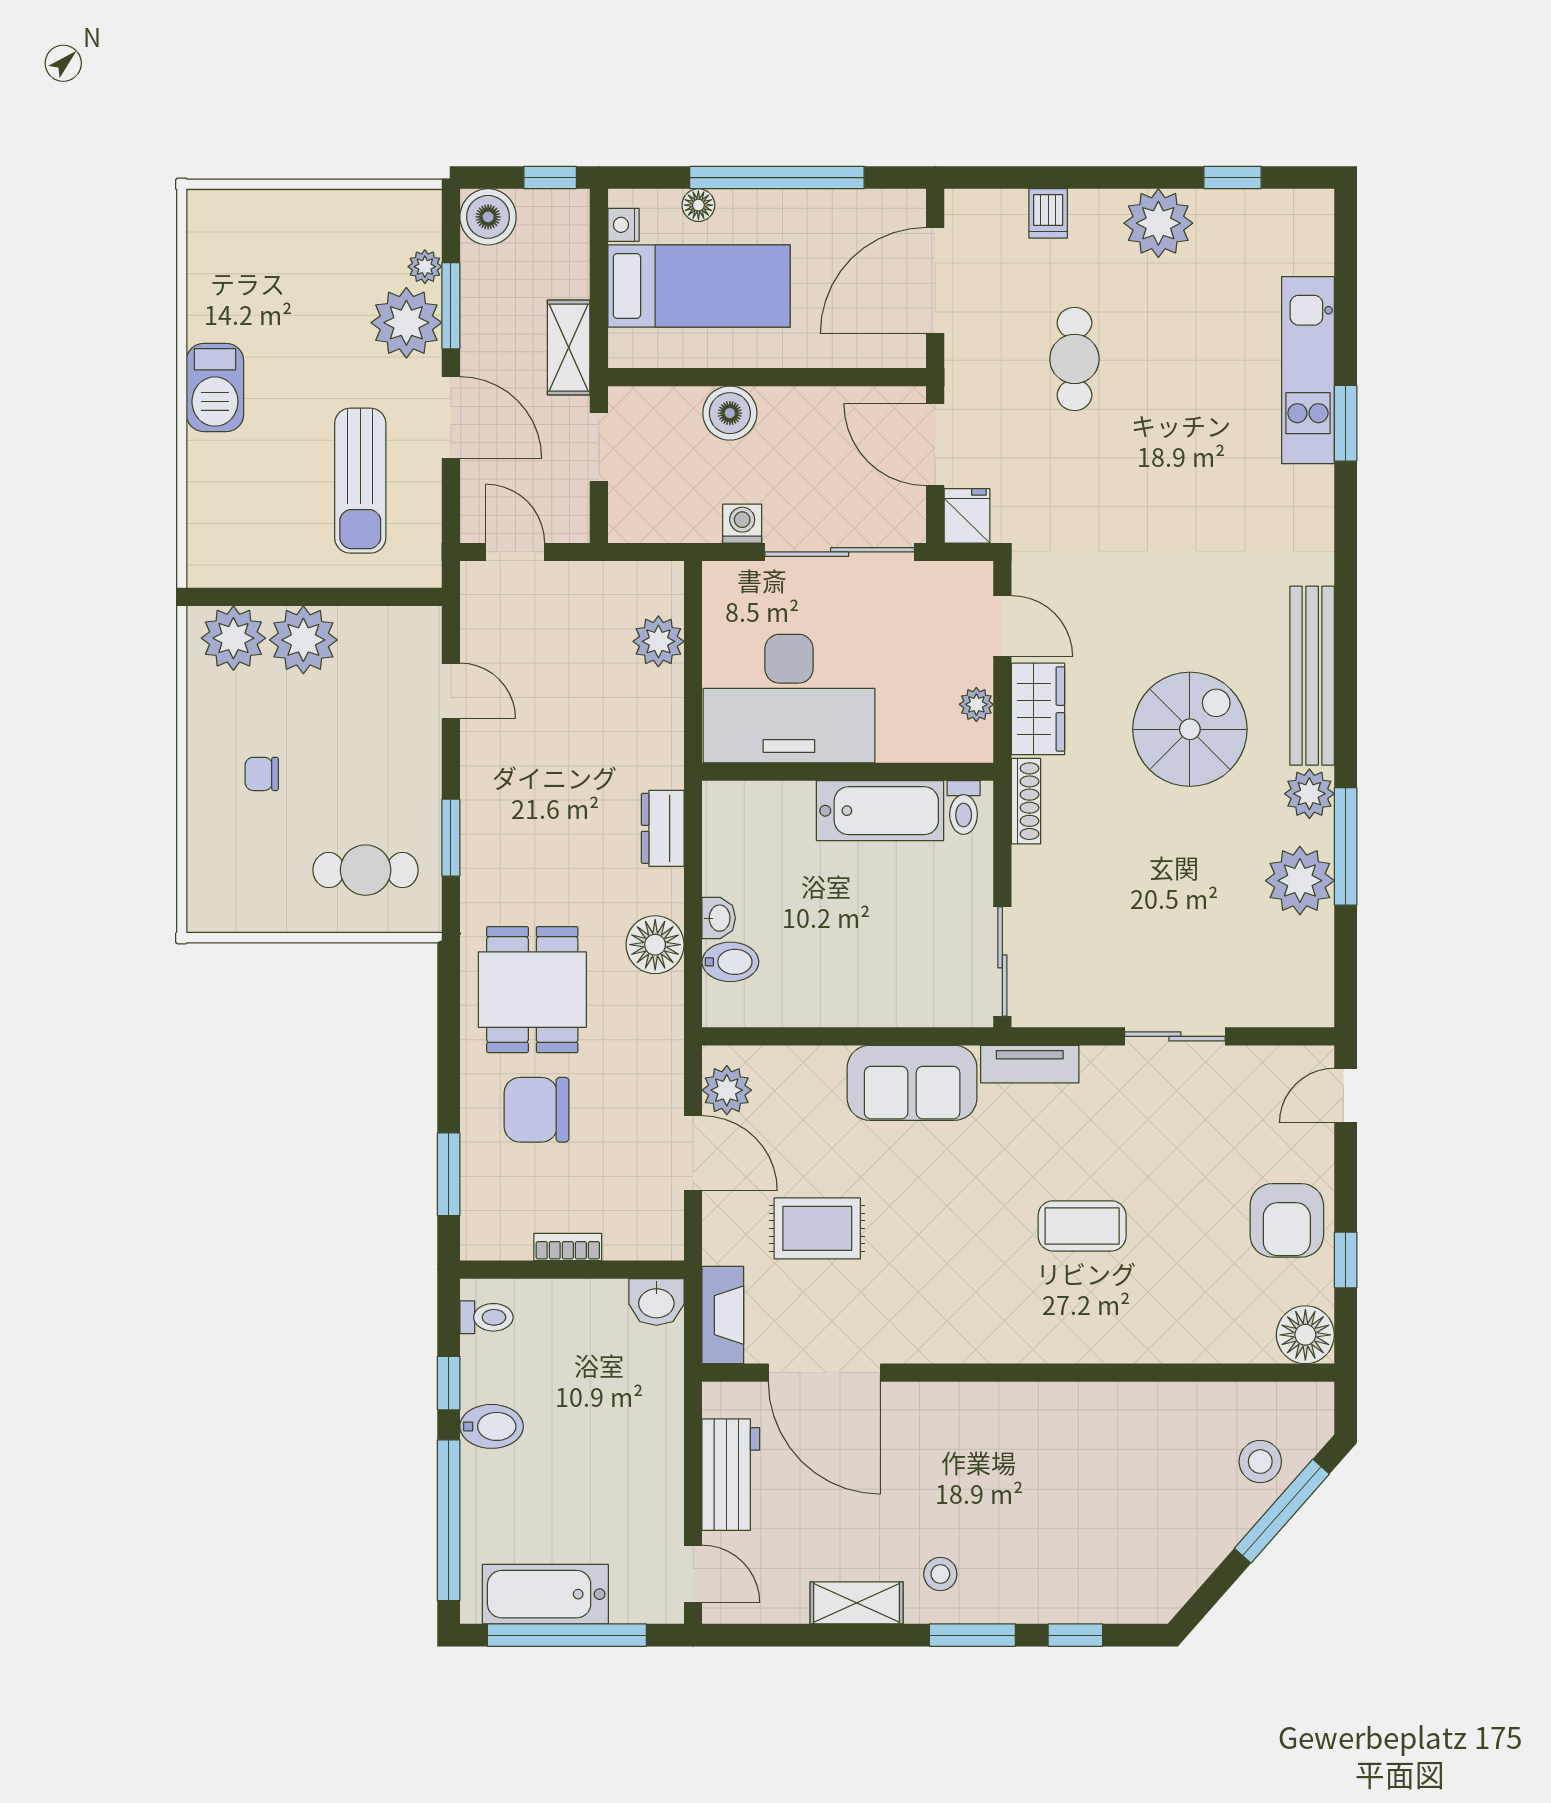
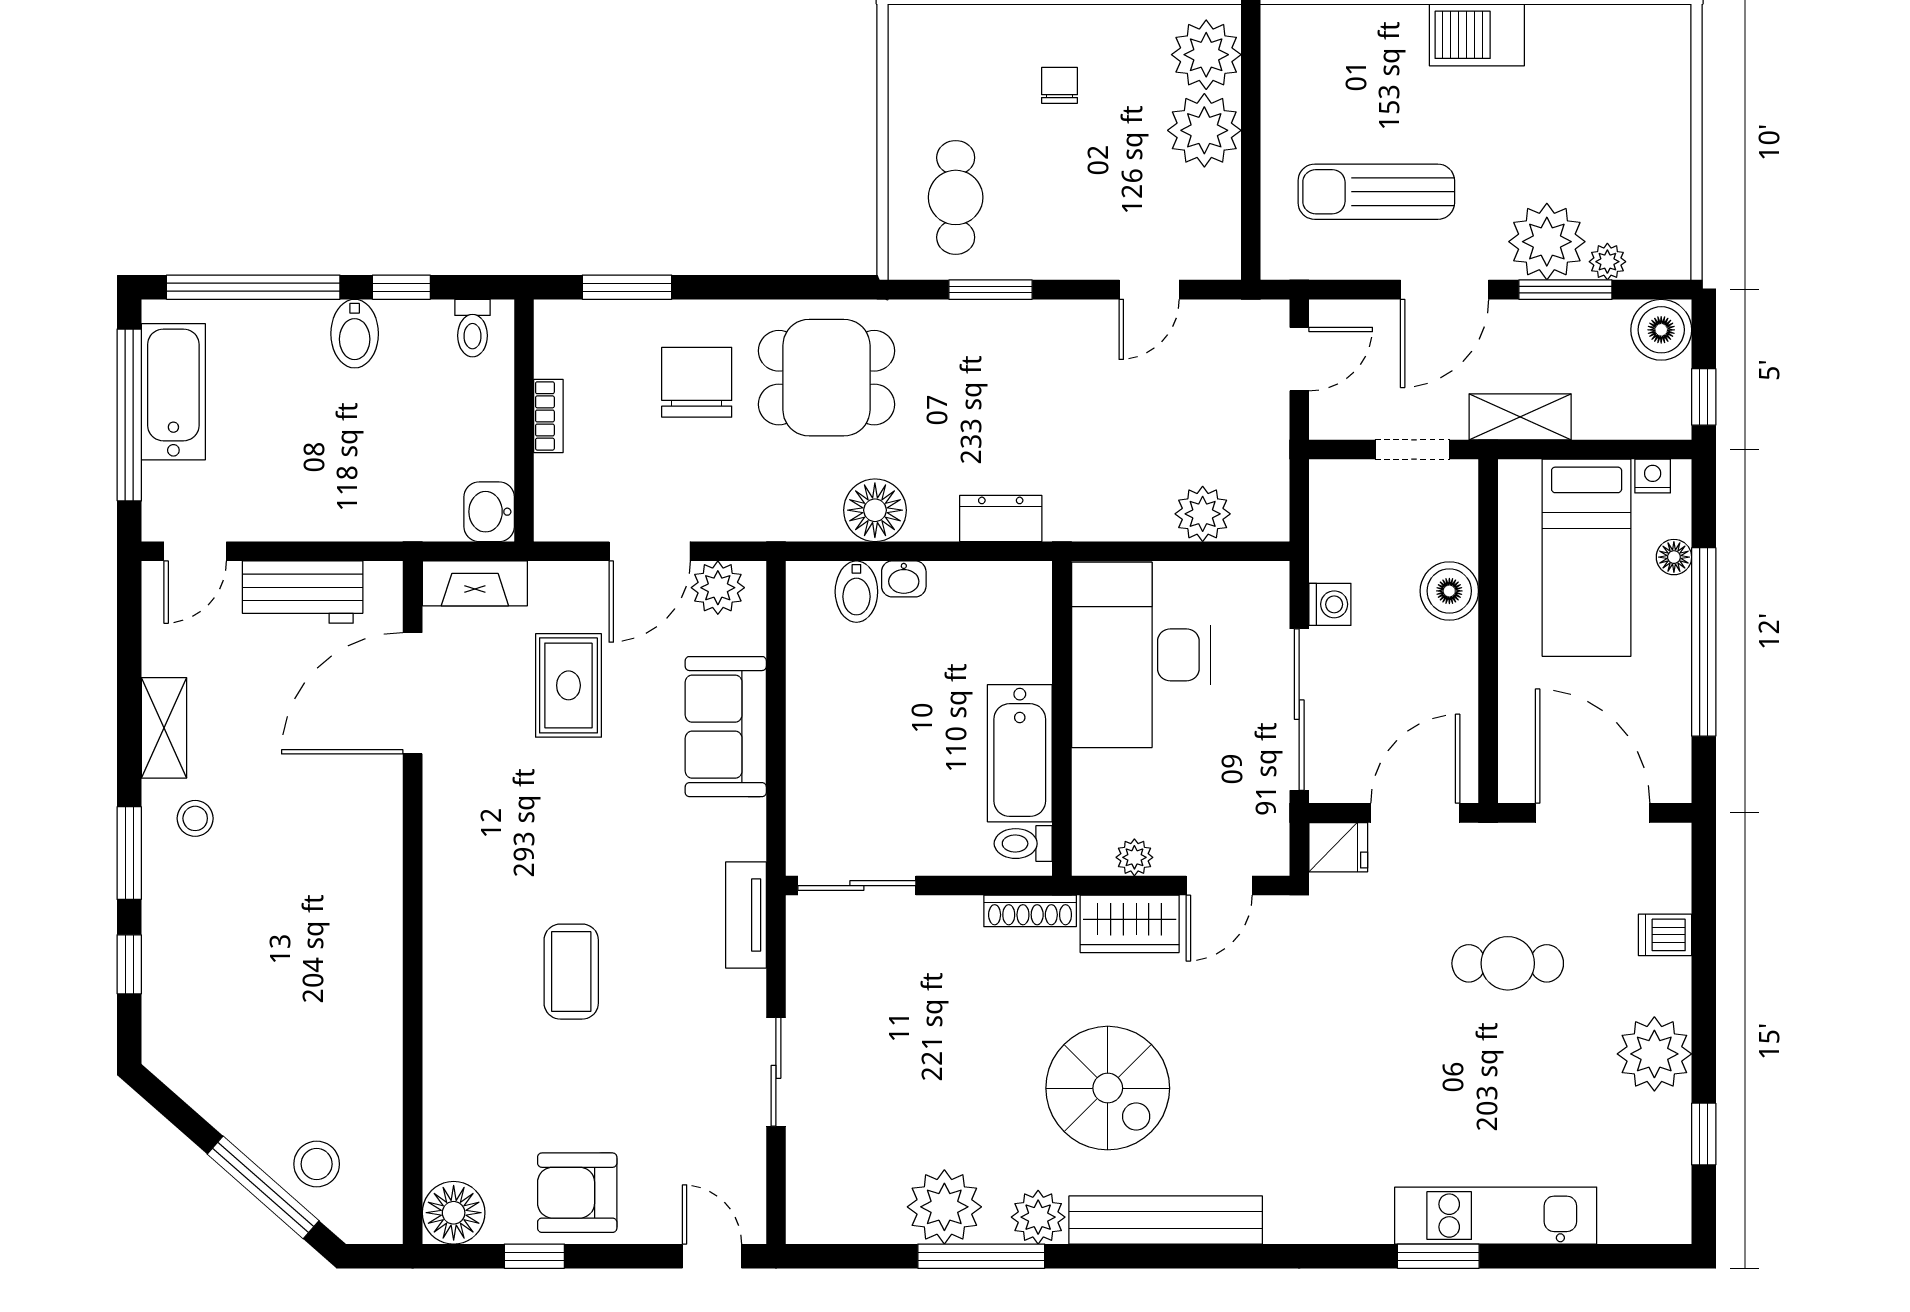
sofa: (912, 1083) -> (726, 727), moved

